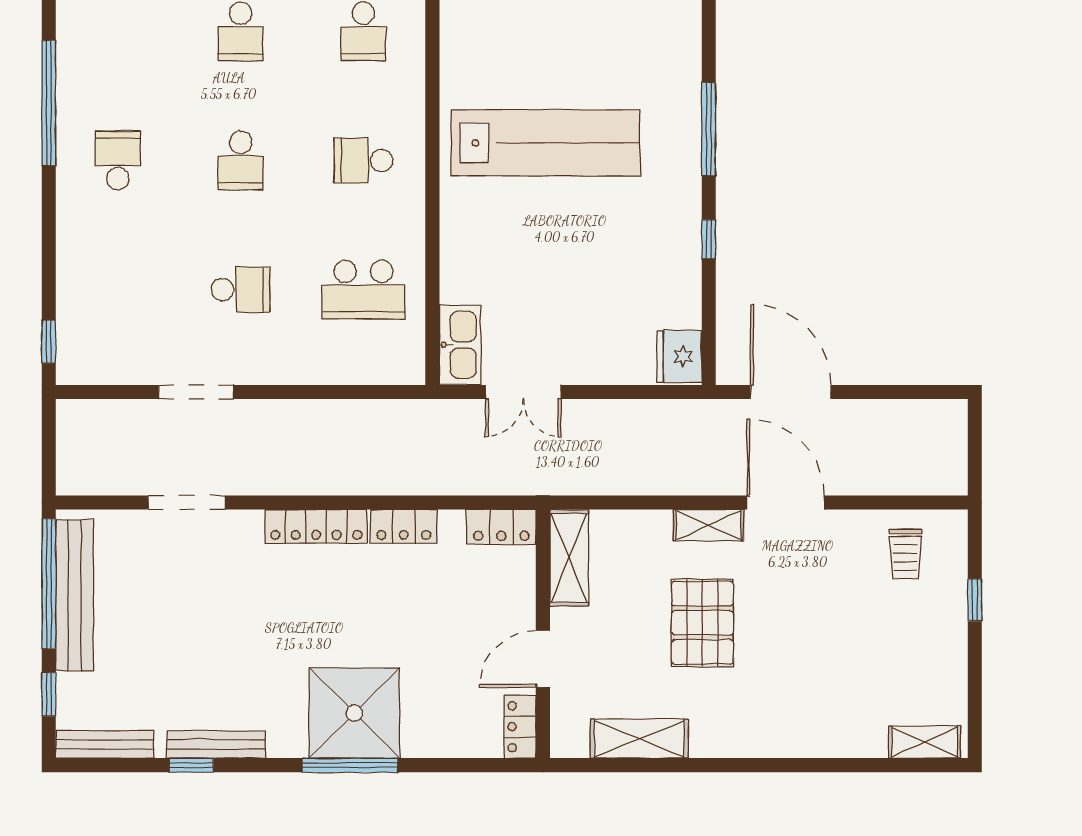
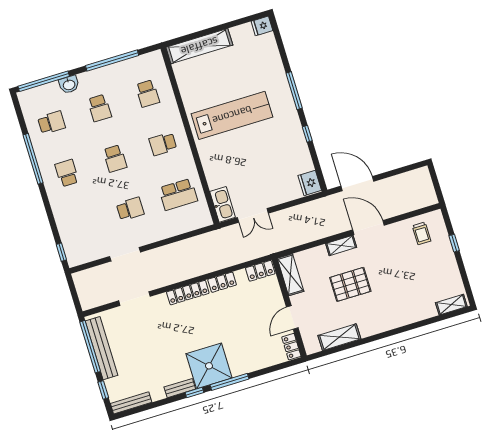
school desk: (118, 31) -> (52, 123), added
pallet: (702, 623) -> (350, 284), turned 90
shower: (354, 713) -> (209, 366), moved
bench: (216, 744) -> (180, 388), width x0.73
window: (191, 765) -> (194, 393), moved

